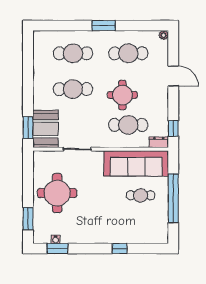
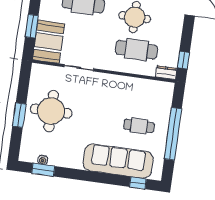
window: (28, 128) -> (32, 26), moved
sofa: (136, 163) -> (118, 161), moved, turned 180
window: (28, 219) -> (19, 115), moved
window: (120, 248) -> (138, 183), moved

